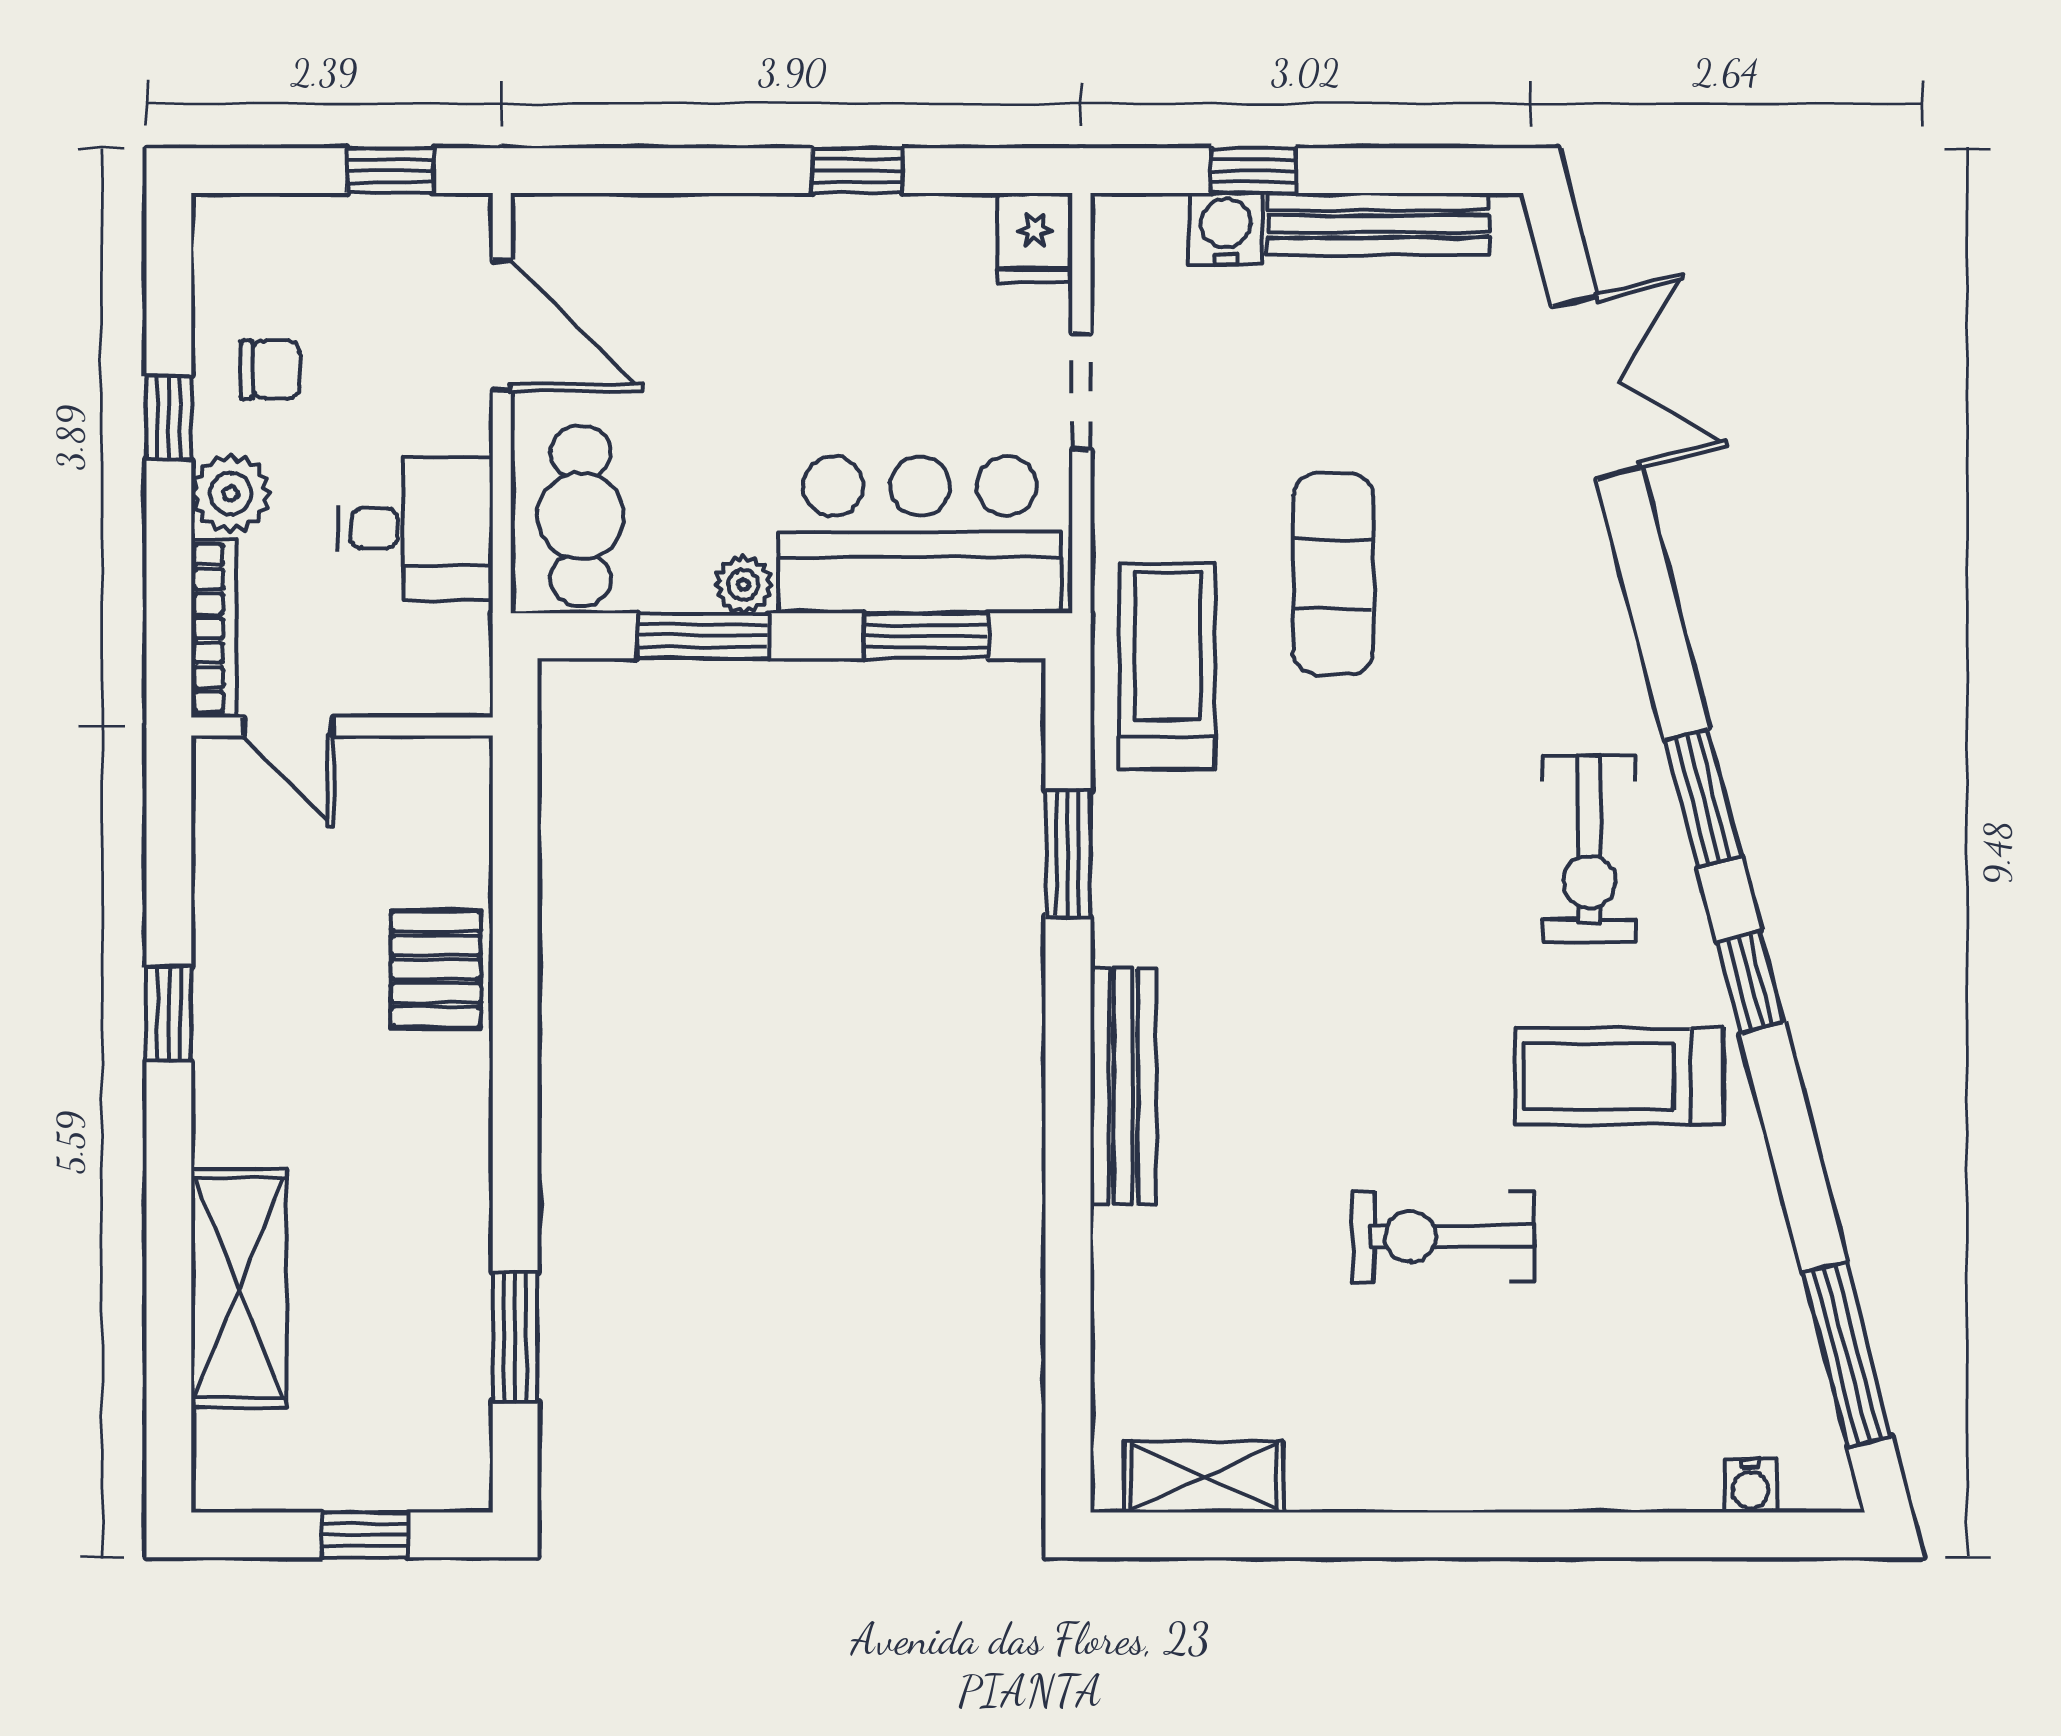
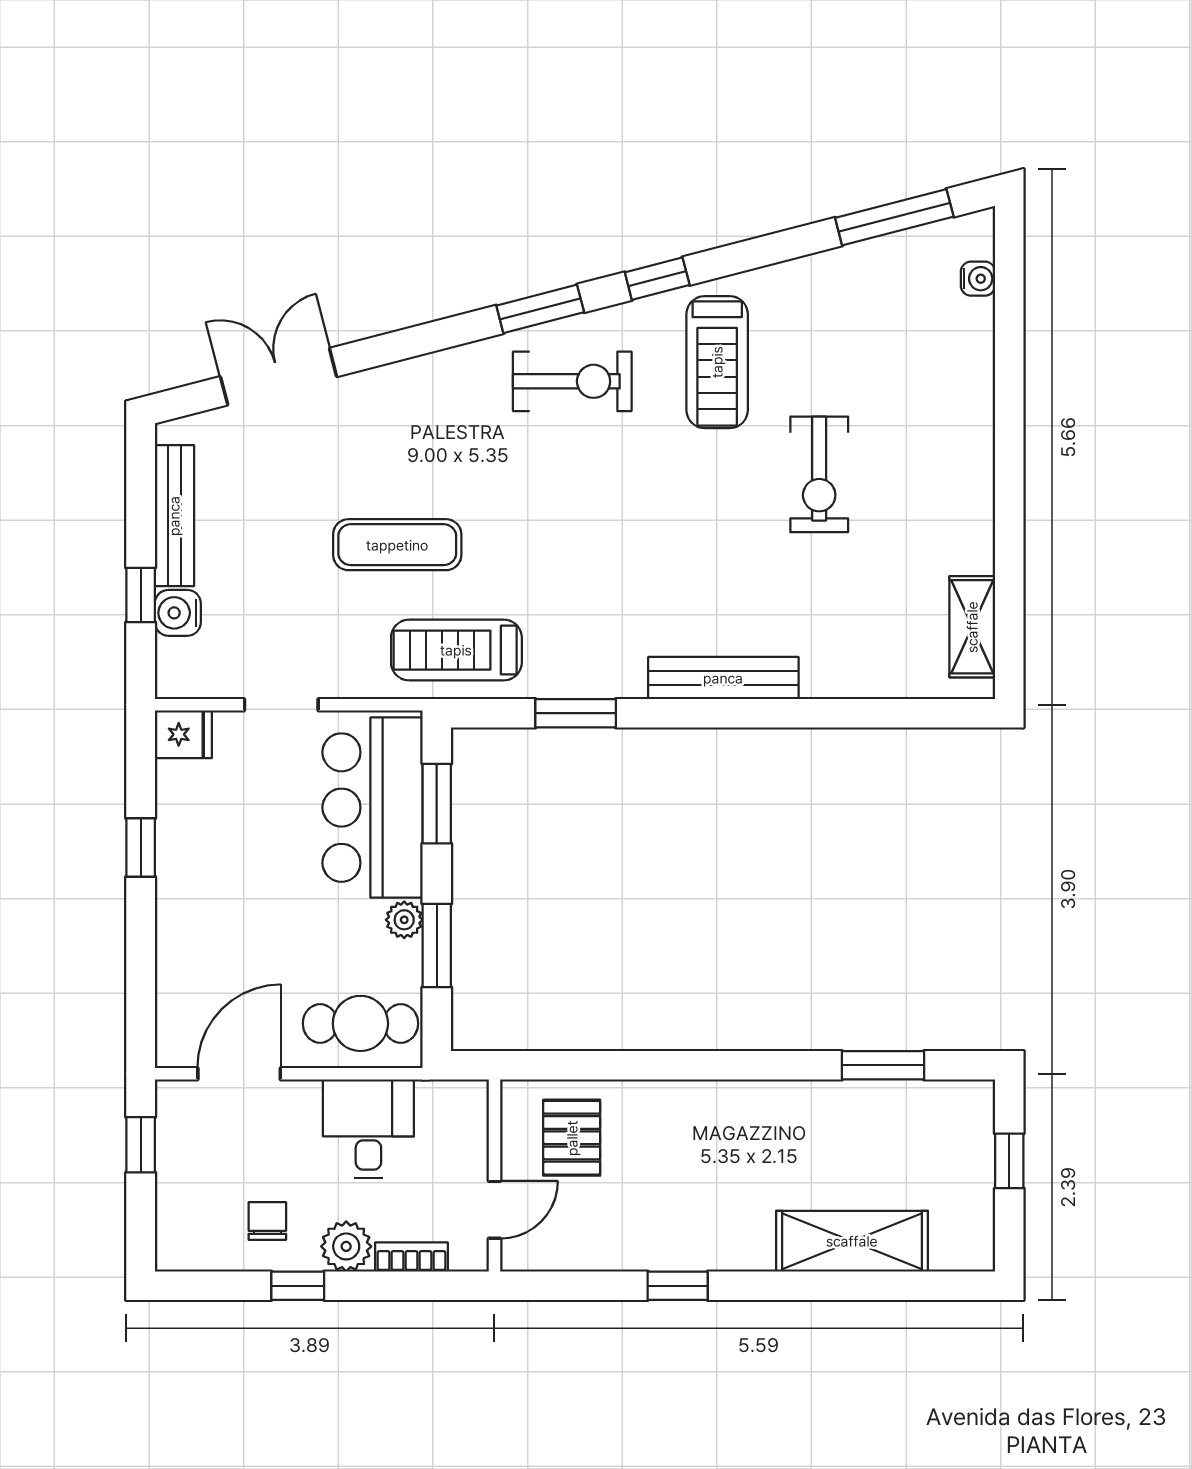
bookcase: (214, 628) -> (411, 1257), width x0.64
pallet: (436, 969) -> (572, 1138), moved, turned 90

